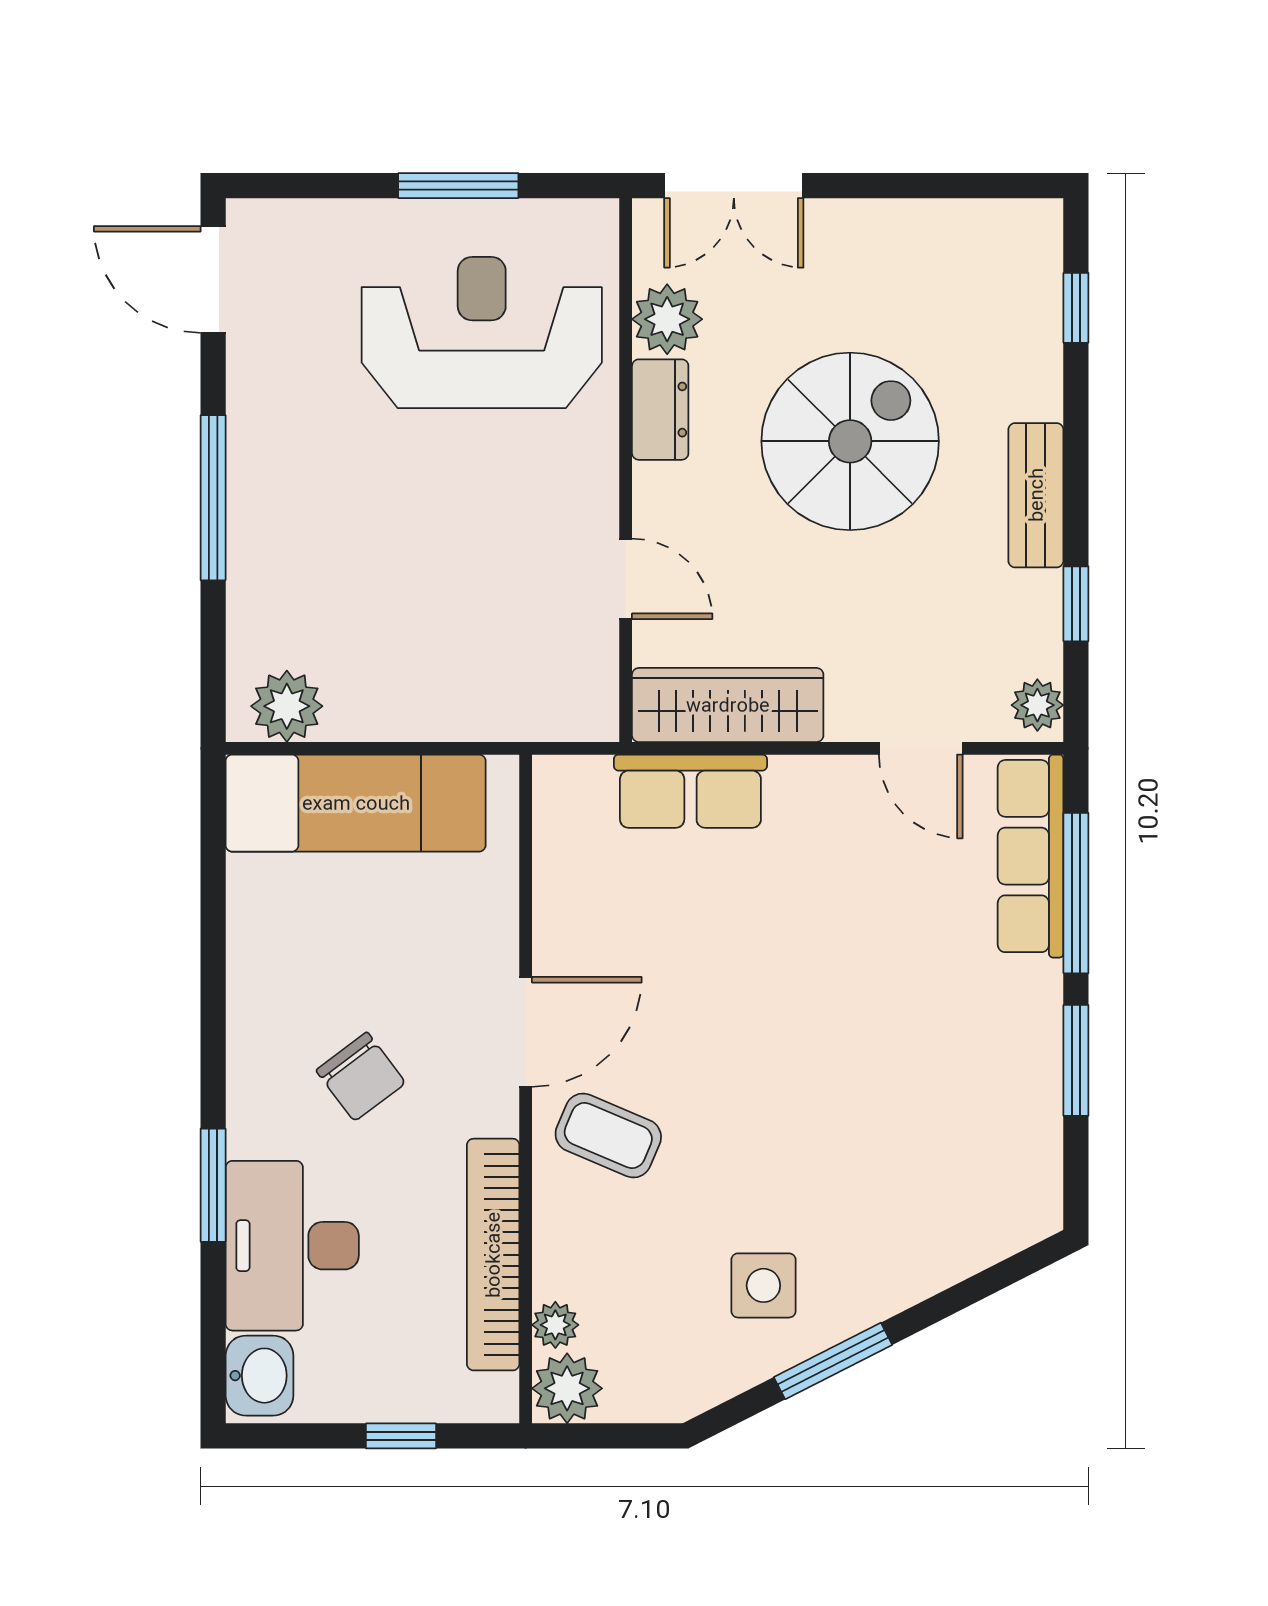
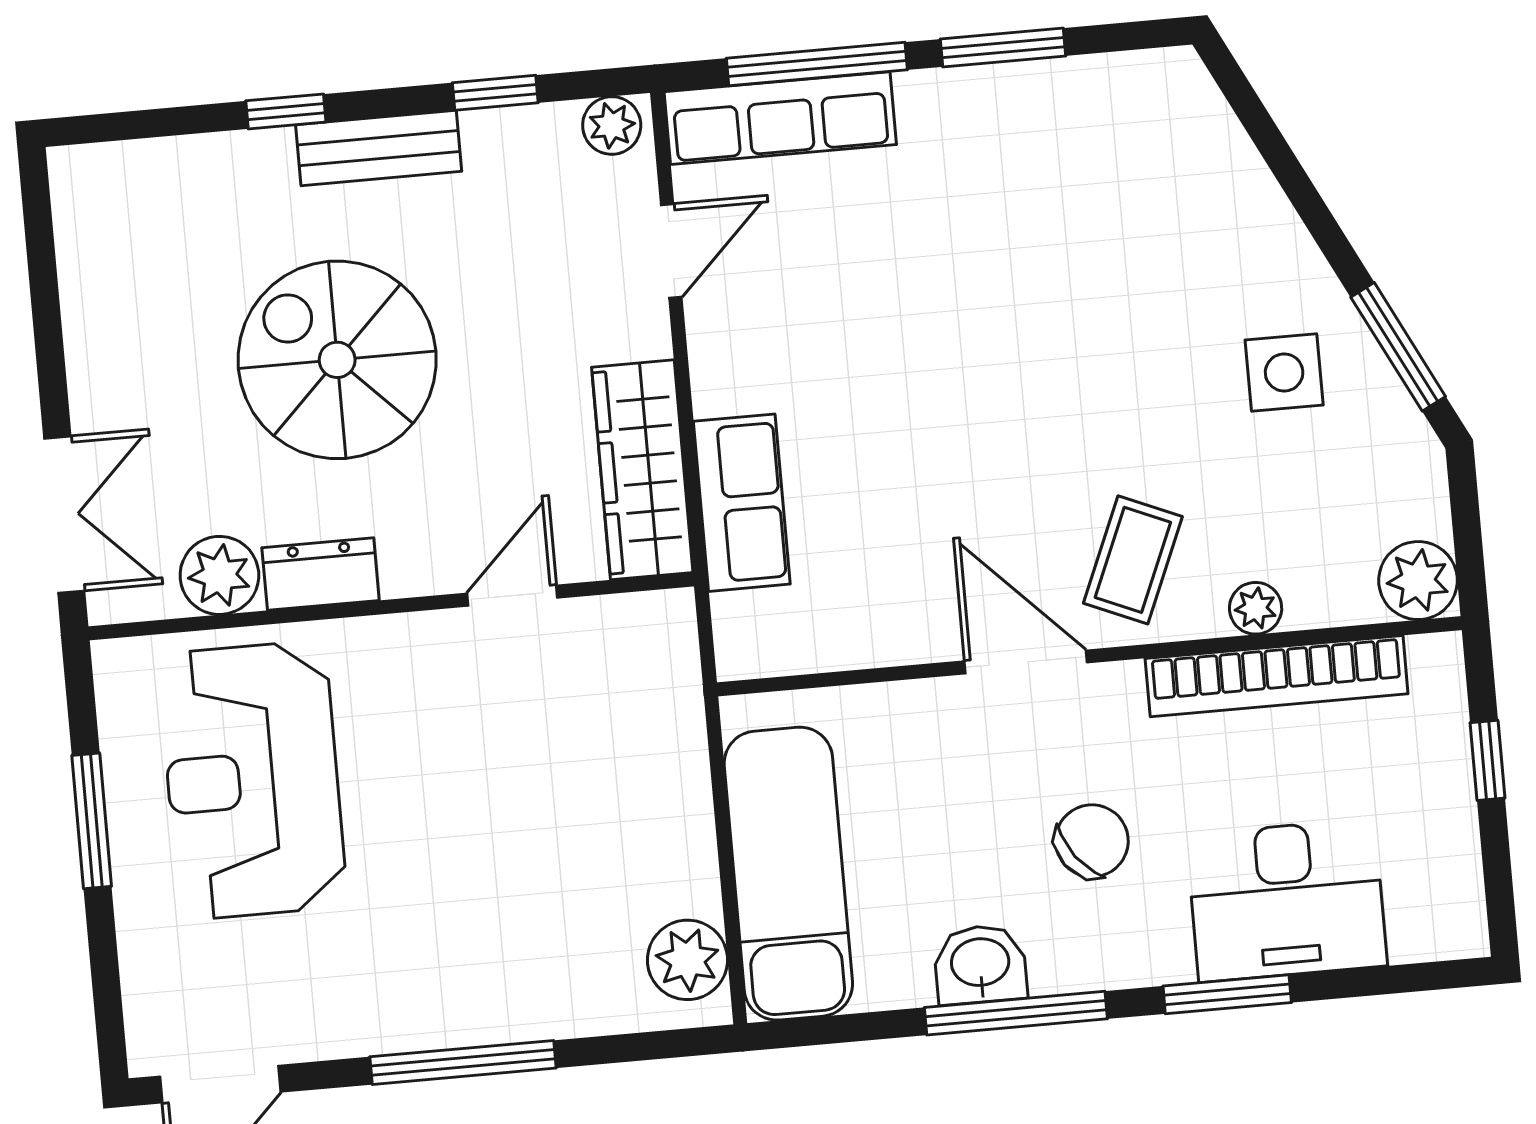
window: (1076, 308) -> (286, 111), moved
window: (213, 995) -> (1016, 1013), added
plant: (555, 1325) -> (1256, 608), moved
window: (833, 1361) -> (1398, 347), moved
washbasin: (260, 1376) -> (980, 964), moved

